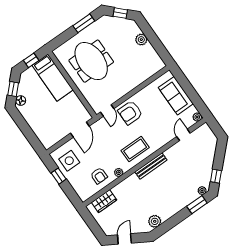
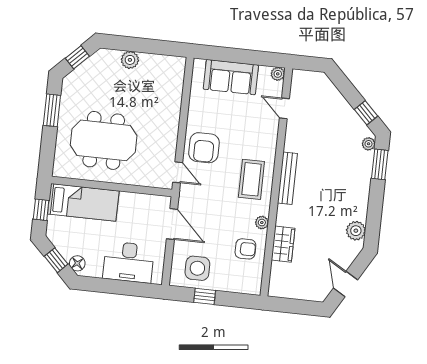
desk: (43, 125) -> (129, 262), added
wardrobe: (104, 201) -> (283, 244), moved

